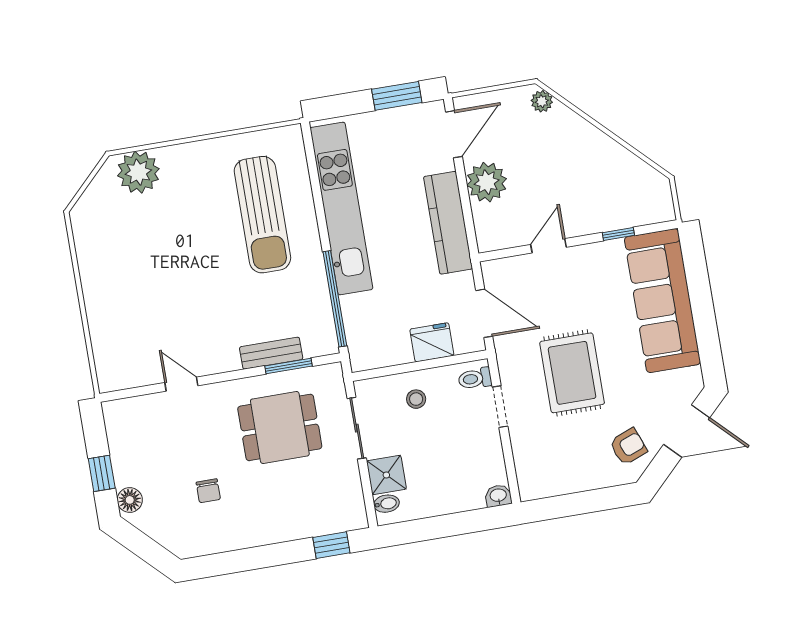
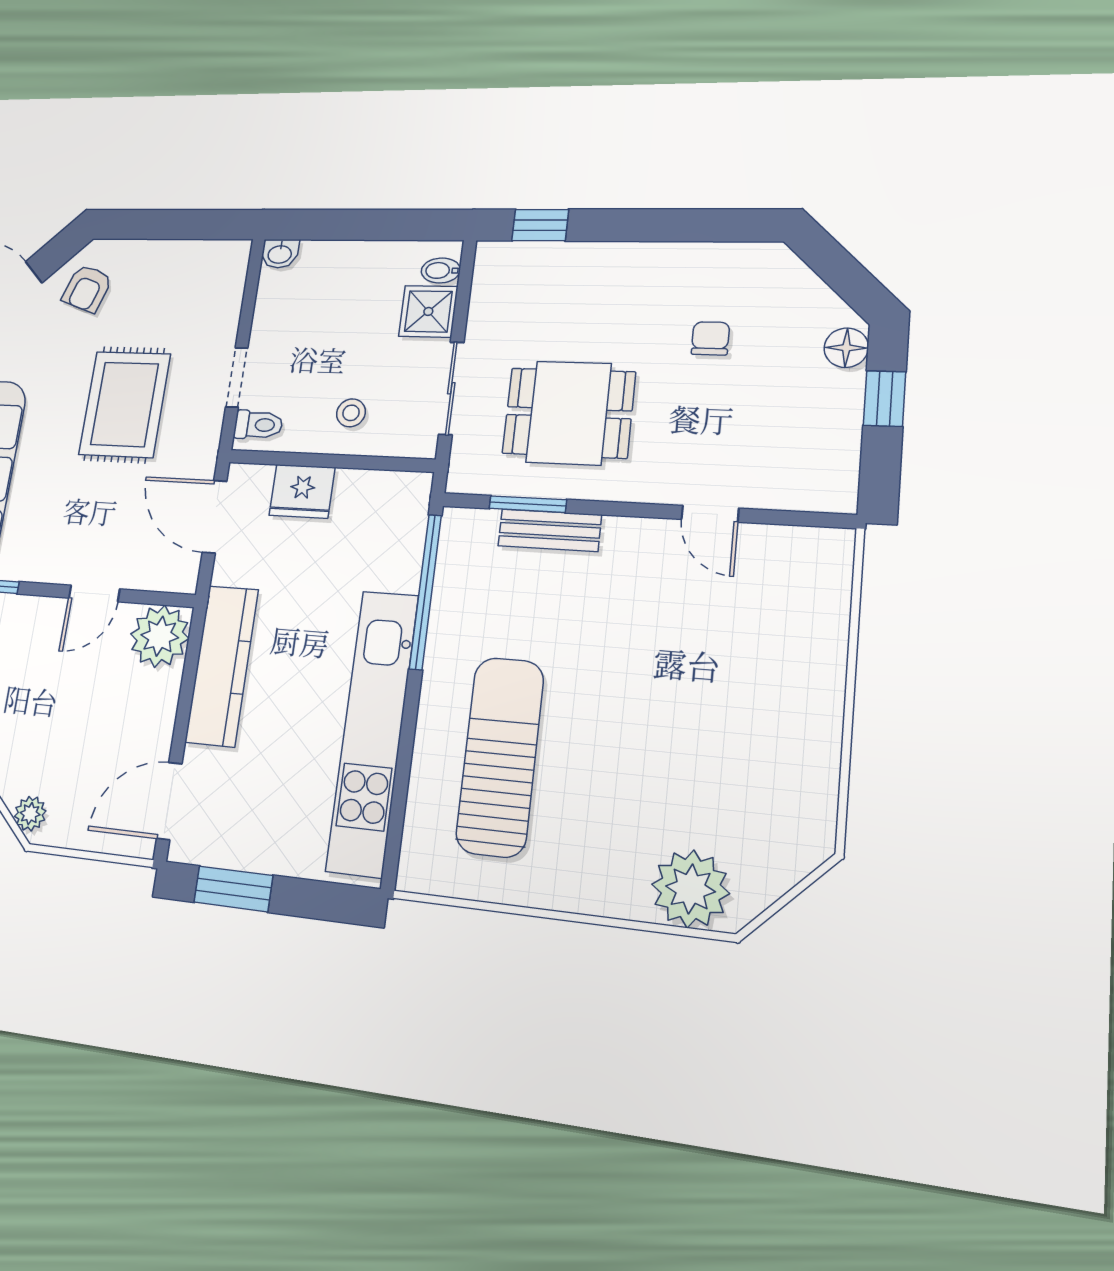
plant: (487, 182) -> (160, 636), moved
armchair: (628, 447) -> (87, 288), turned -50

